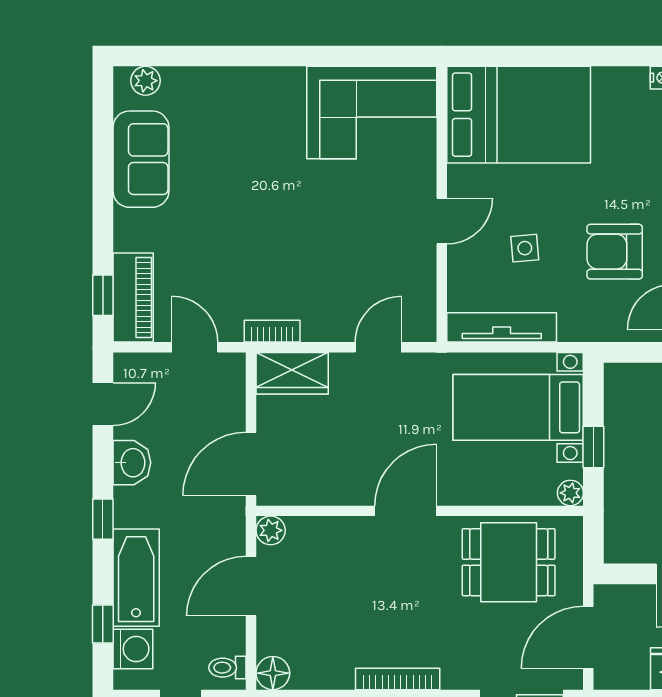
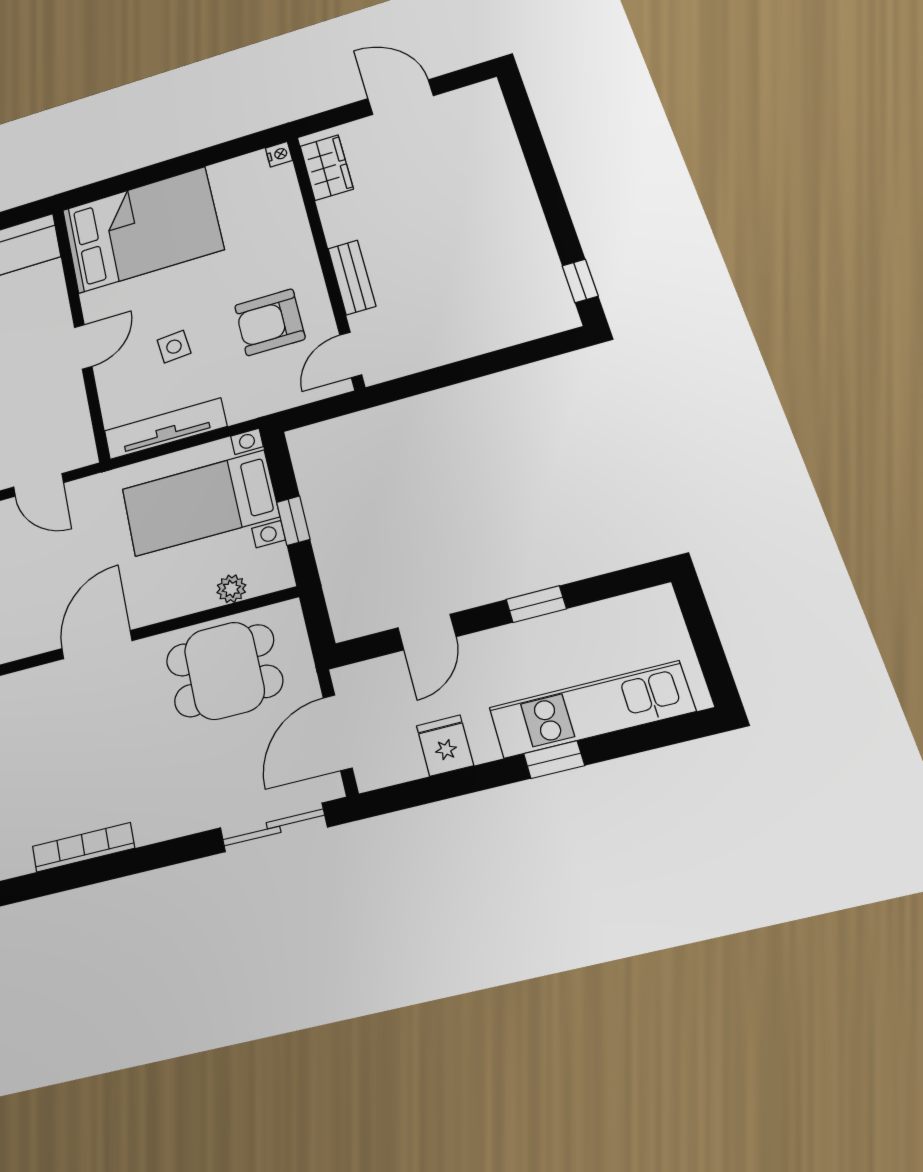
door: (378, 347) -> (39, 485), swing flipped
plant: (570, 493) -> (231, 589), moved
bookcase: (398, 679) -> (83, 847), moved

